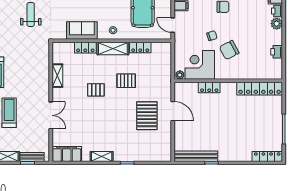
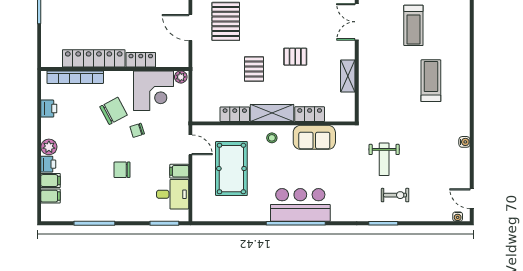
bookcase: (257, 75) -> (75, 77), added
pallet: (126, 81) -> (254, 69), turned 90
locker: (260, 89) -> (94, 58), moved

